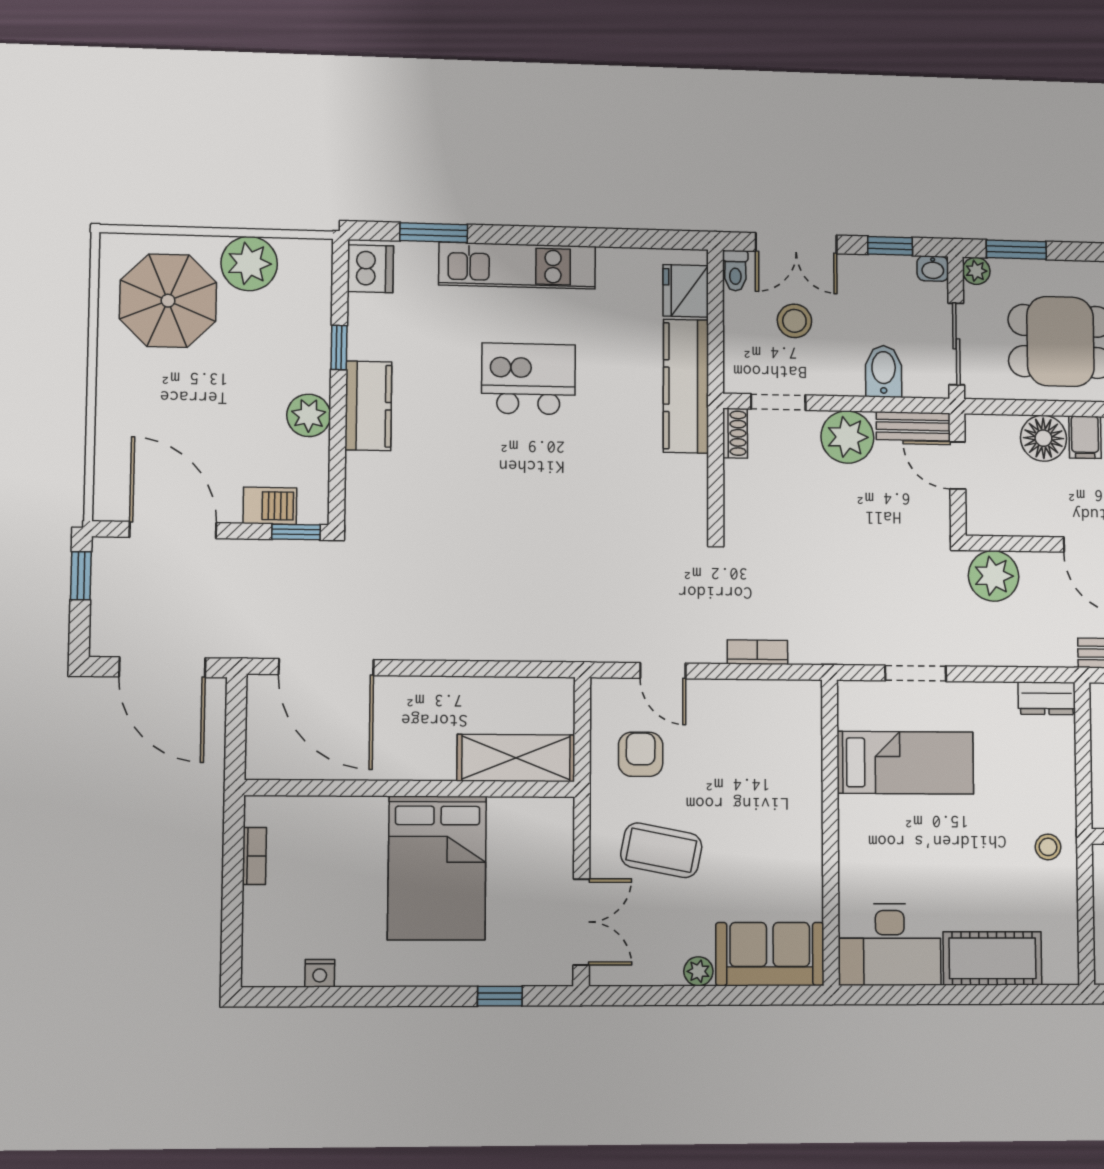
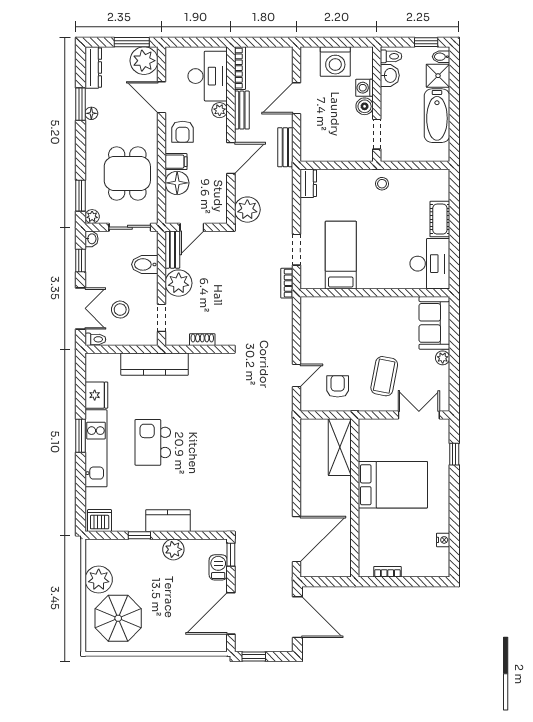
window: (434, 233) -> (80, 436), moved
fridge: (686, 291) -> (96, 395), moved, turned -90
shoe rack: (735, 433) -> (202, 340), moved
bookcase: (757, 652) -> (287, 283), moved
door: (162, 667) -> (297, 617), hinge flipped
armchair: (641, 754) -> (338, 386), turned 90
cot: (992, 958) -> (440, 219), width x0.73, depth x0.75

